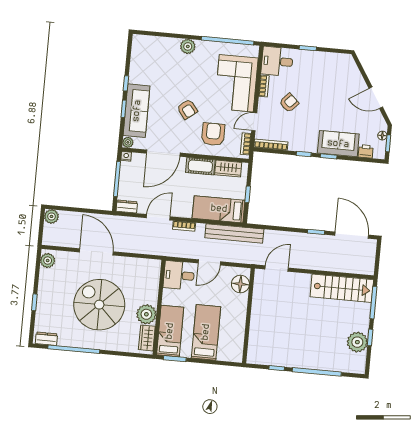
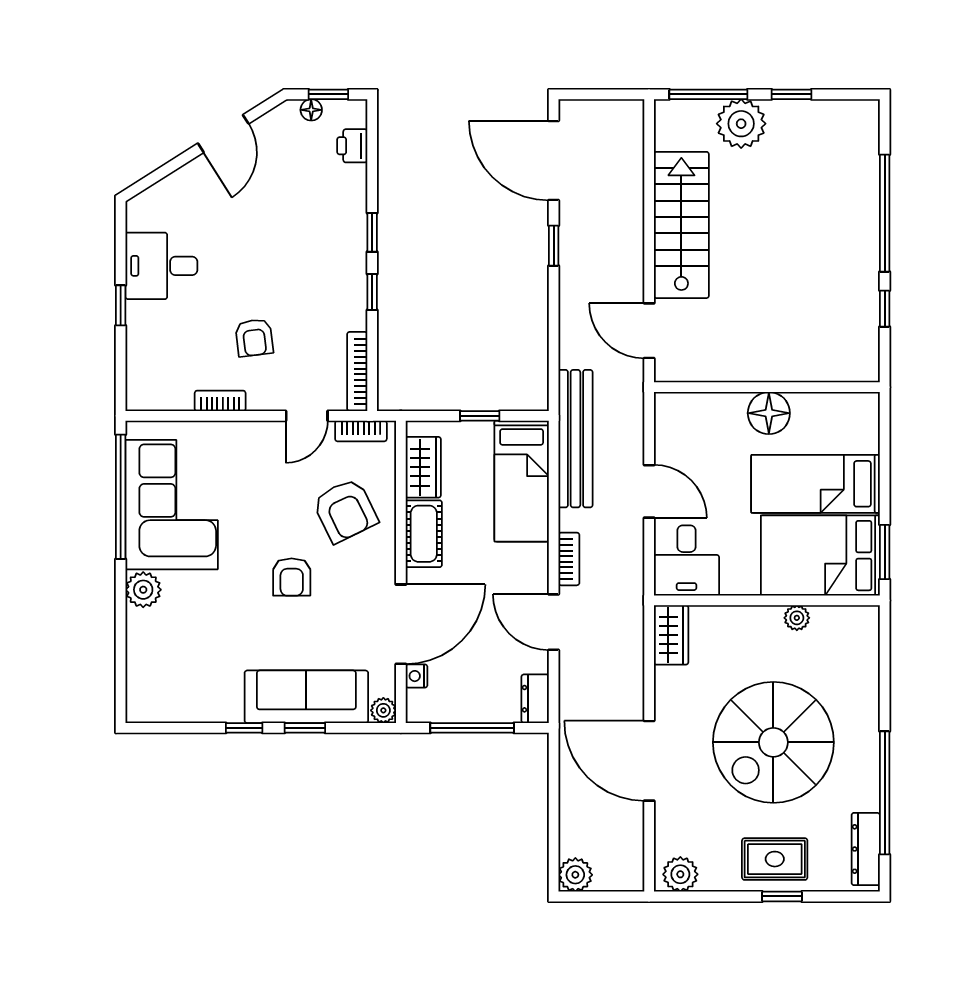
desk: (277, 61) -> (161, 266), moved, turned 90
corner sofa: (236, 83) -> (172, 505), moved, turned -90
armchair: (289, 103) -> (254, 338), turned -140
armchair: (187, 109) -> (292, 577), turned 128
door: (254, 122) -> (307, 416), hinge flipped
armchair: (213, 134) -> (345, 510), turned -116
sofa: (338, 144) -> (340, 212), removed
door: (163, 153) -> (401, 624), hinge flipped
nightstand: (126, 156) -> (416, 676), moved
door: (352, 235) -> (554, 161), hinge flipped
door: (96, 252) -> (649, 761), hinge flipped
floor lamp: (240, 284) -> (769, 413), moved
stairs: (342, 288) -> (681, 225), moved
rug: (50, 301) -> (775, 859), added
plant: (146, 314) -> (797, 618), width x0.53, depth x0.53
bed: (170, 331) -> (820, 556), width x1.50
wardrobe: (147, 338) -> (671, 635), moved, turned -90
dresser: (46, 339) -> (866, 849), width x1.44
plant: (357, 342) -> (741, 124), moved

